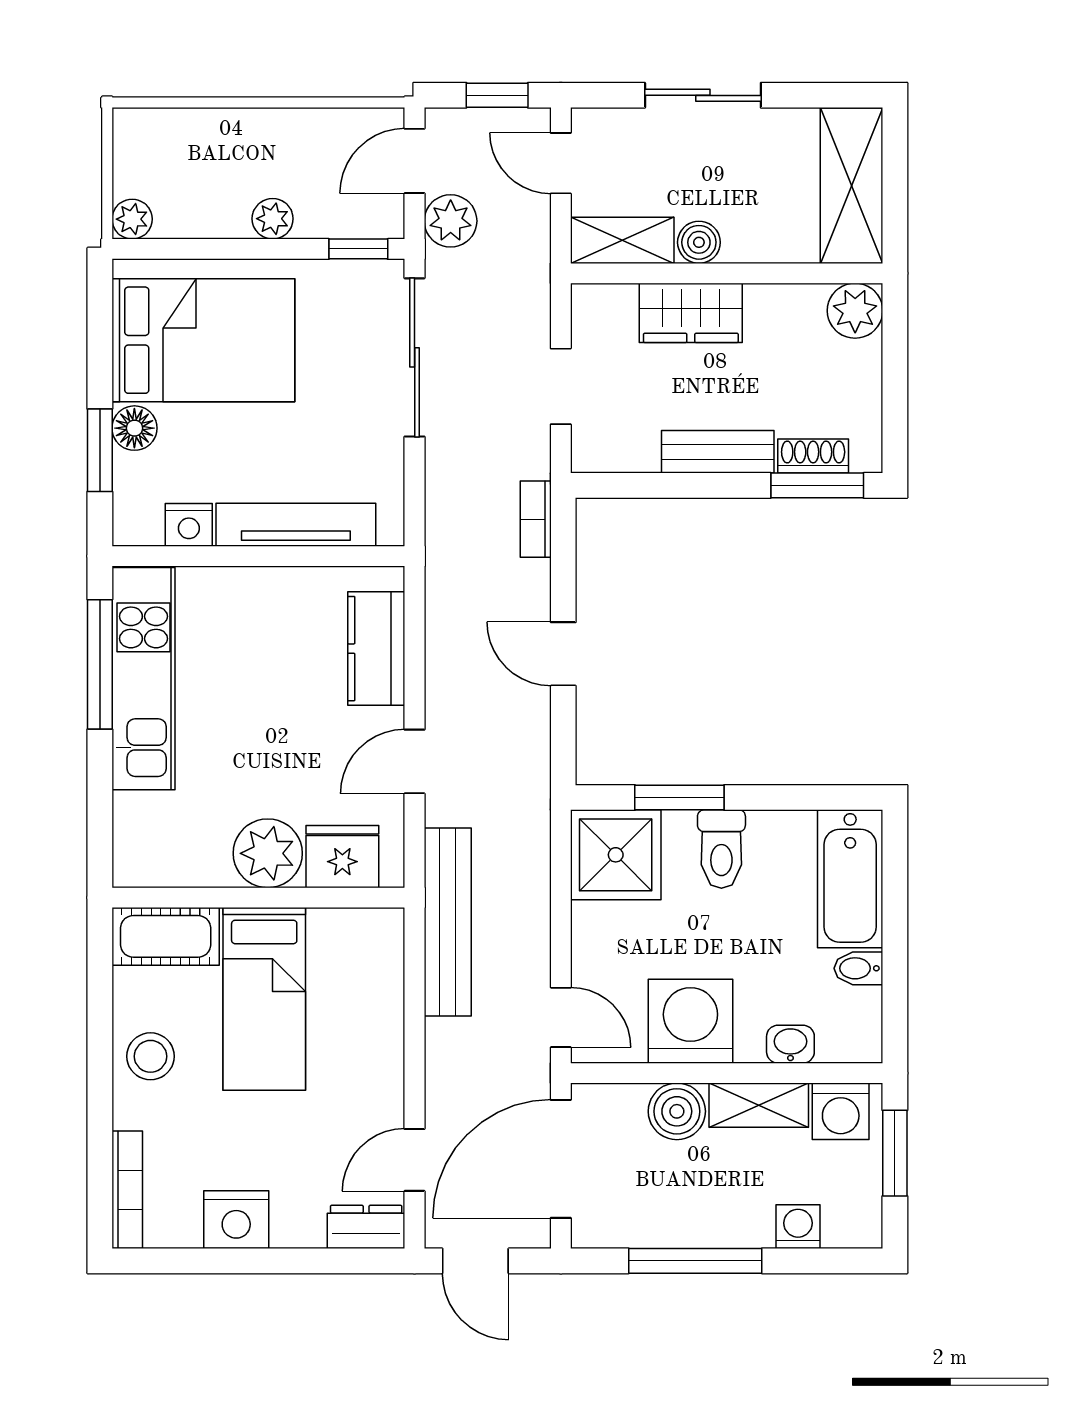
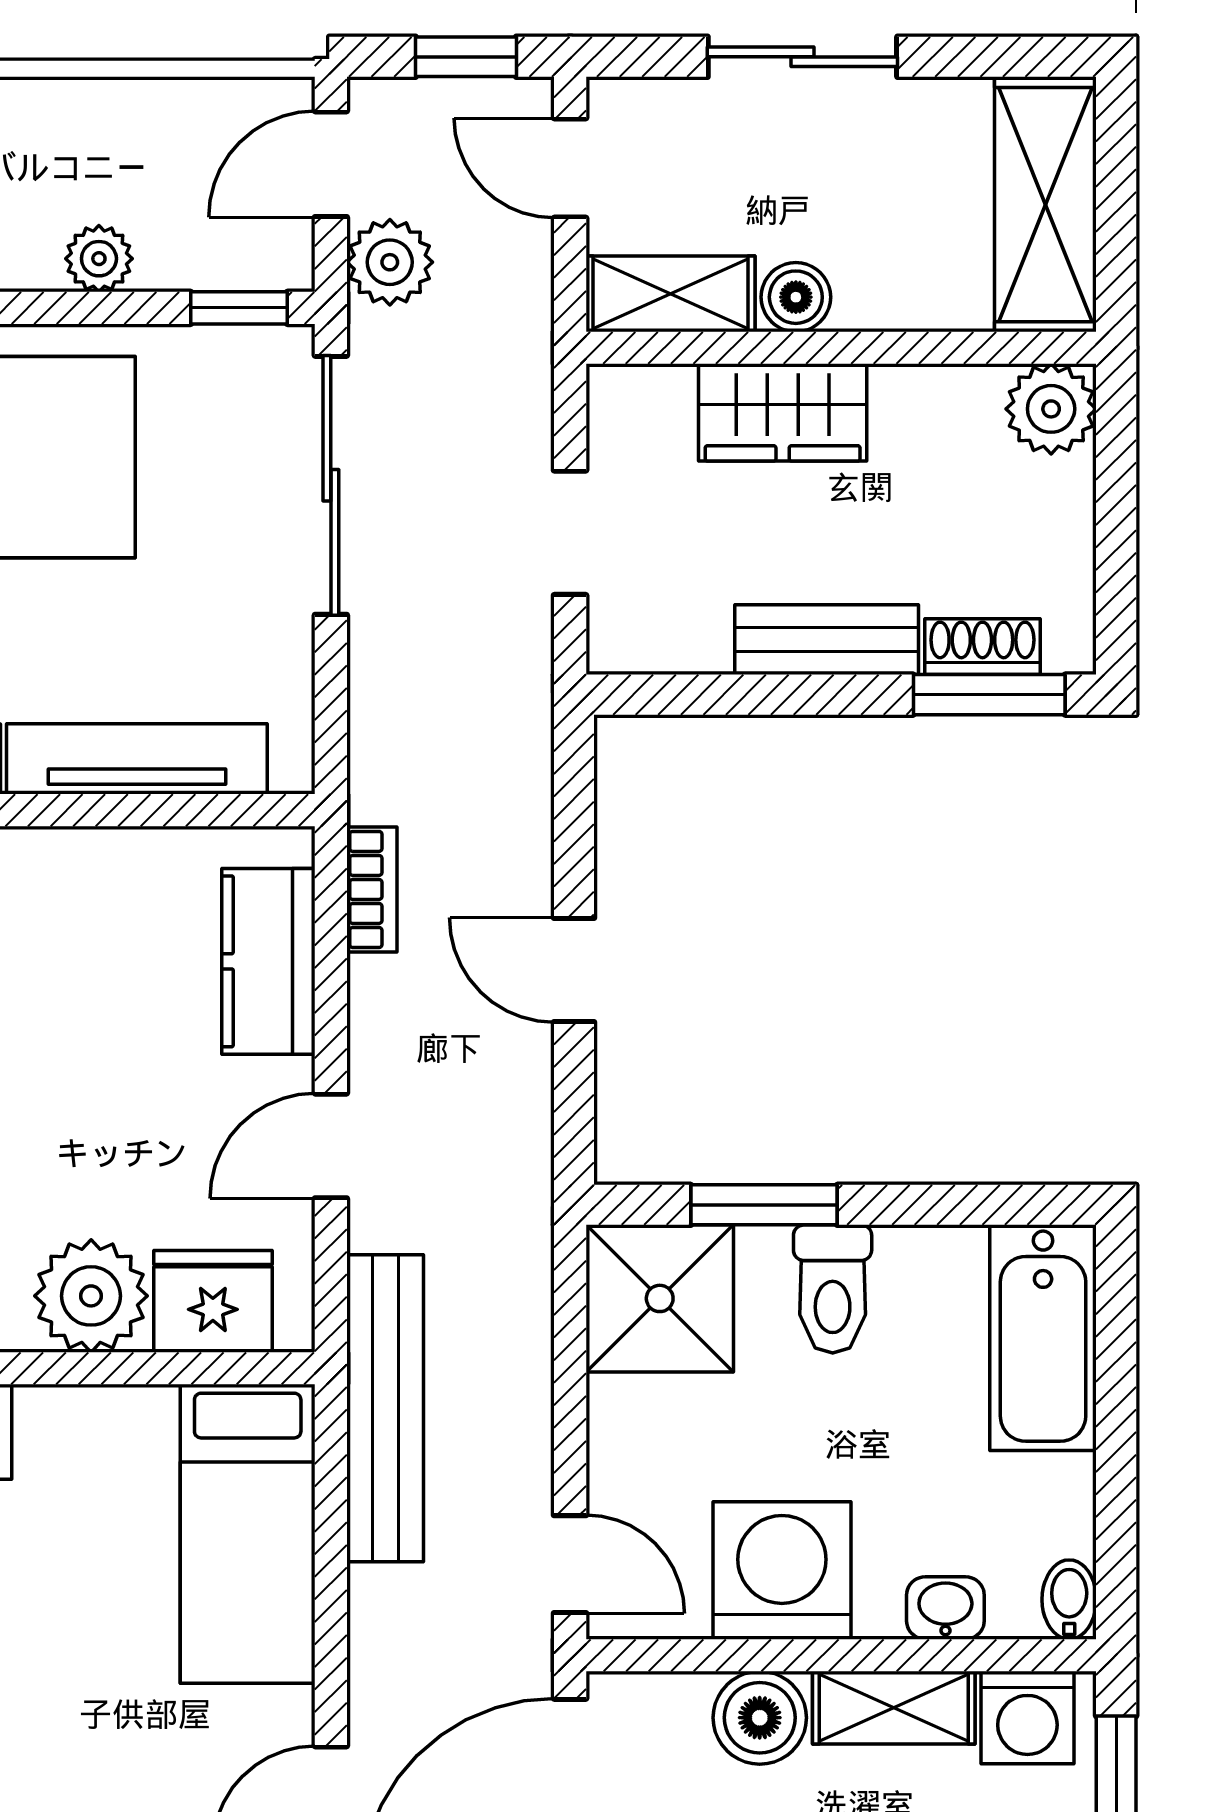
bookcase: (536, 519) -> (372, 889), moved, turned 180
bidet: (858, 968) -> (1069, 1600), moved, turned 90
bed: (264, 999) -> (248, 1534), moved

